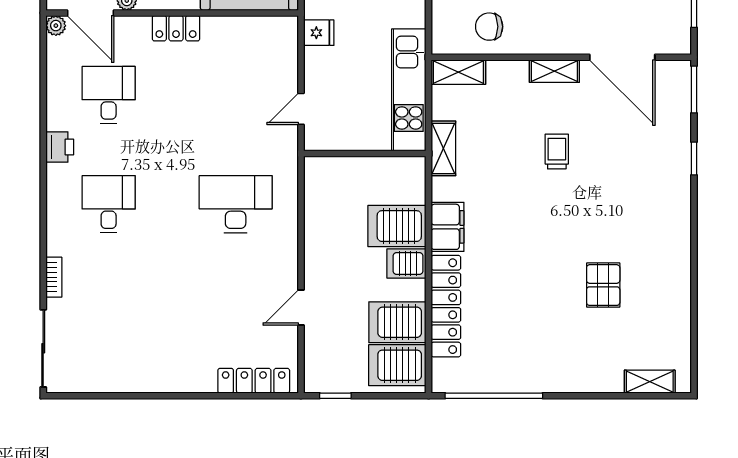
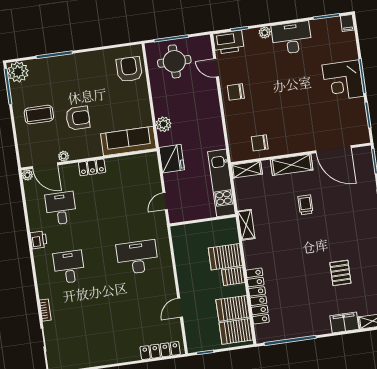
fridge: (319, 33) -> (172, 159), width x1.88, depth x1.34
shelving: (554, 71) -> (292, 165), width x1.50, depth x1.33
shelving: (443, 148) -> (246, 225), moved
filing cabinet: (448, 227) -> (344, 322), moved, turned -90

